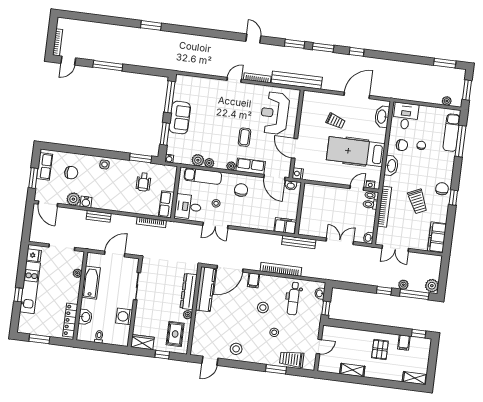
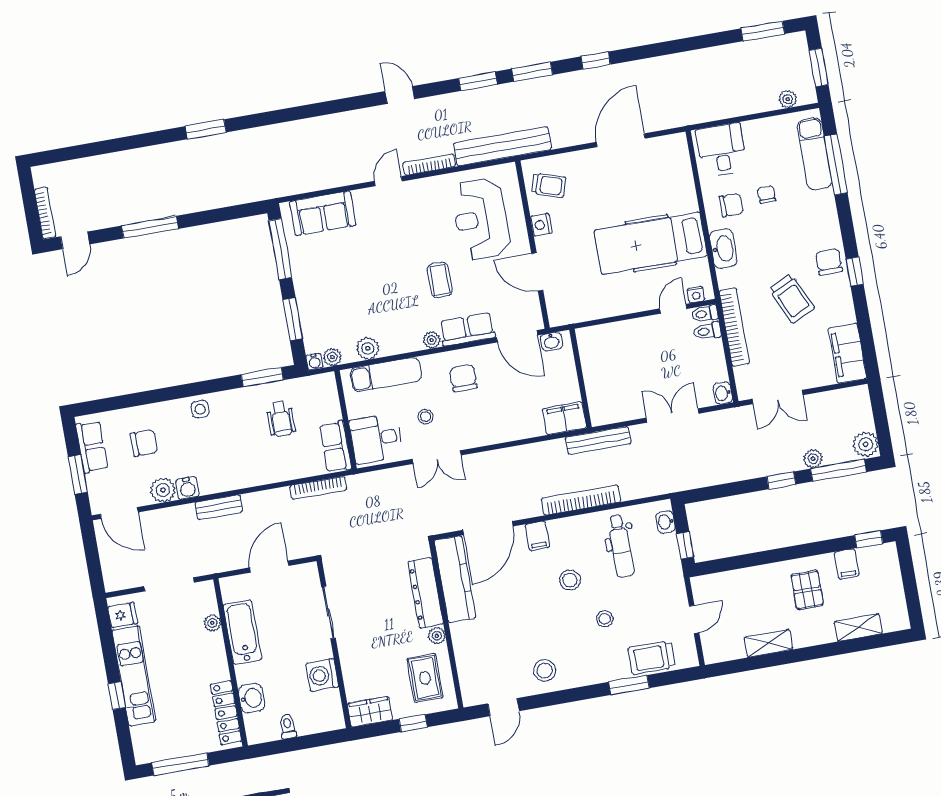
washbasin: (382, 117) -> (679, 164), removed
sofa: (180, 118) -> (323, 213), moved, turned 90
trolley: (336, 121) -> (549, 185), moved
plant: (209, 163) -> (332, 357), moved
nightstand: (298, 174) -> (541, 225), moved
window: (39, 339) -> (180, 764), width x1.44
shelving: (415, 378) -> (858, 628), moved

